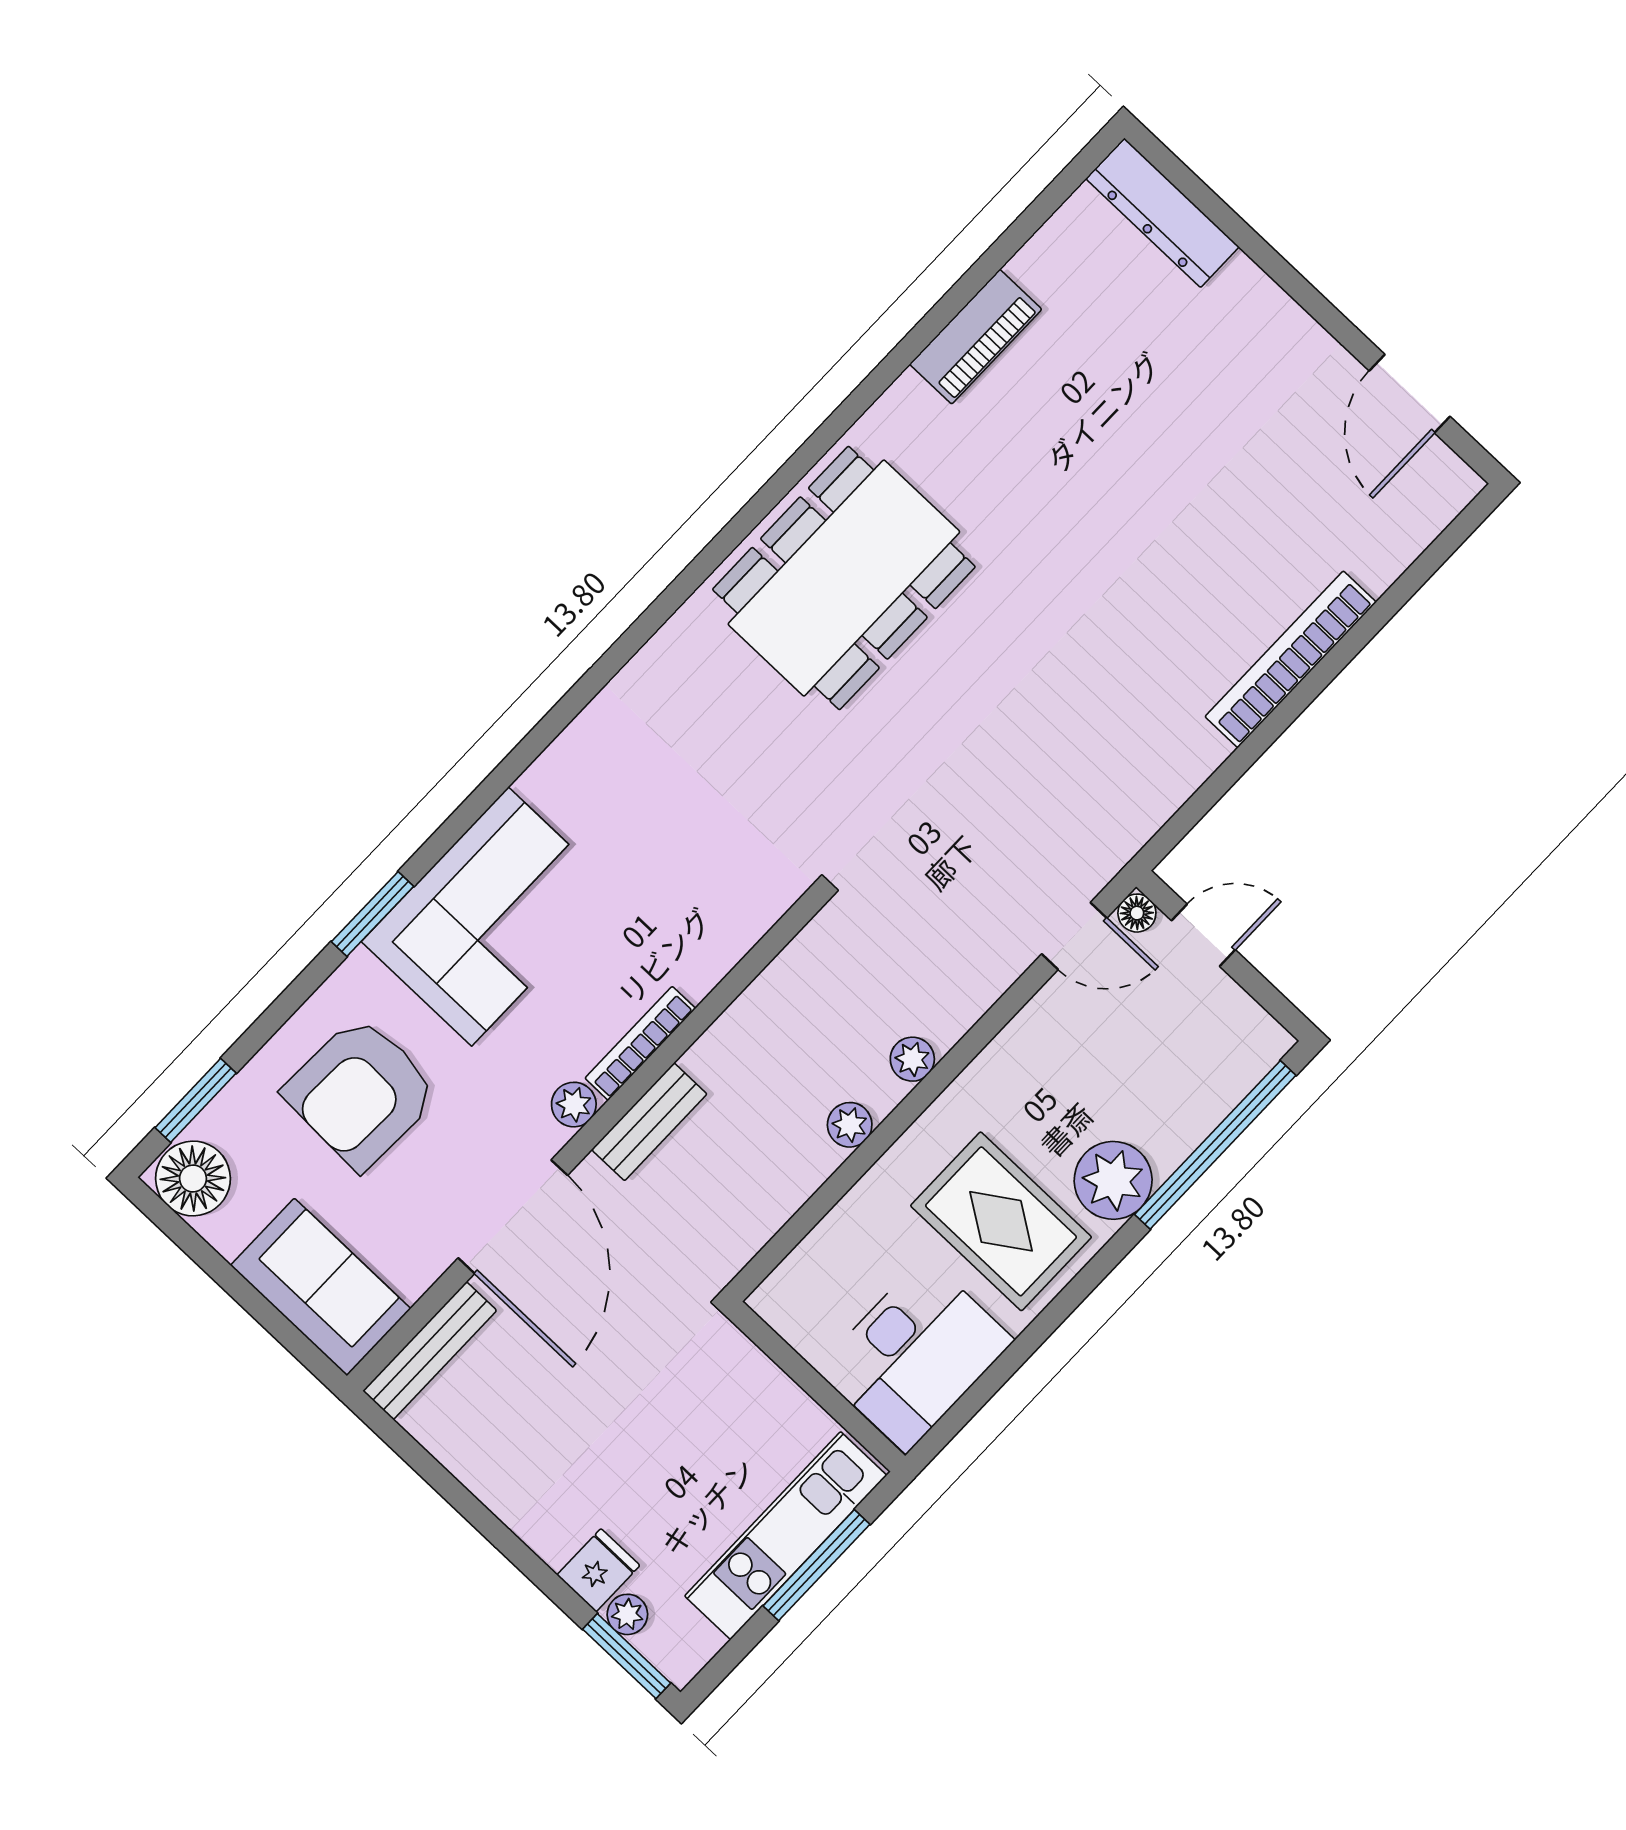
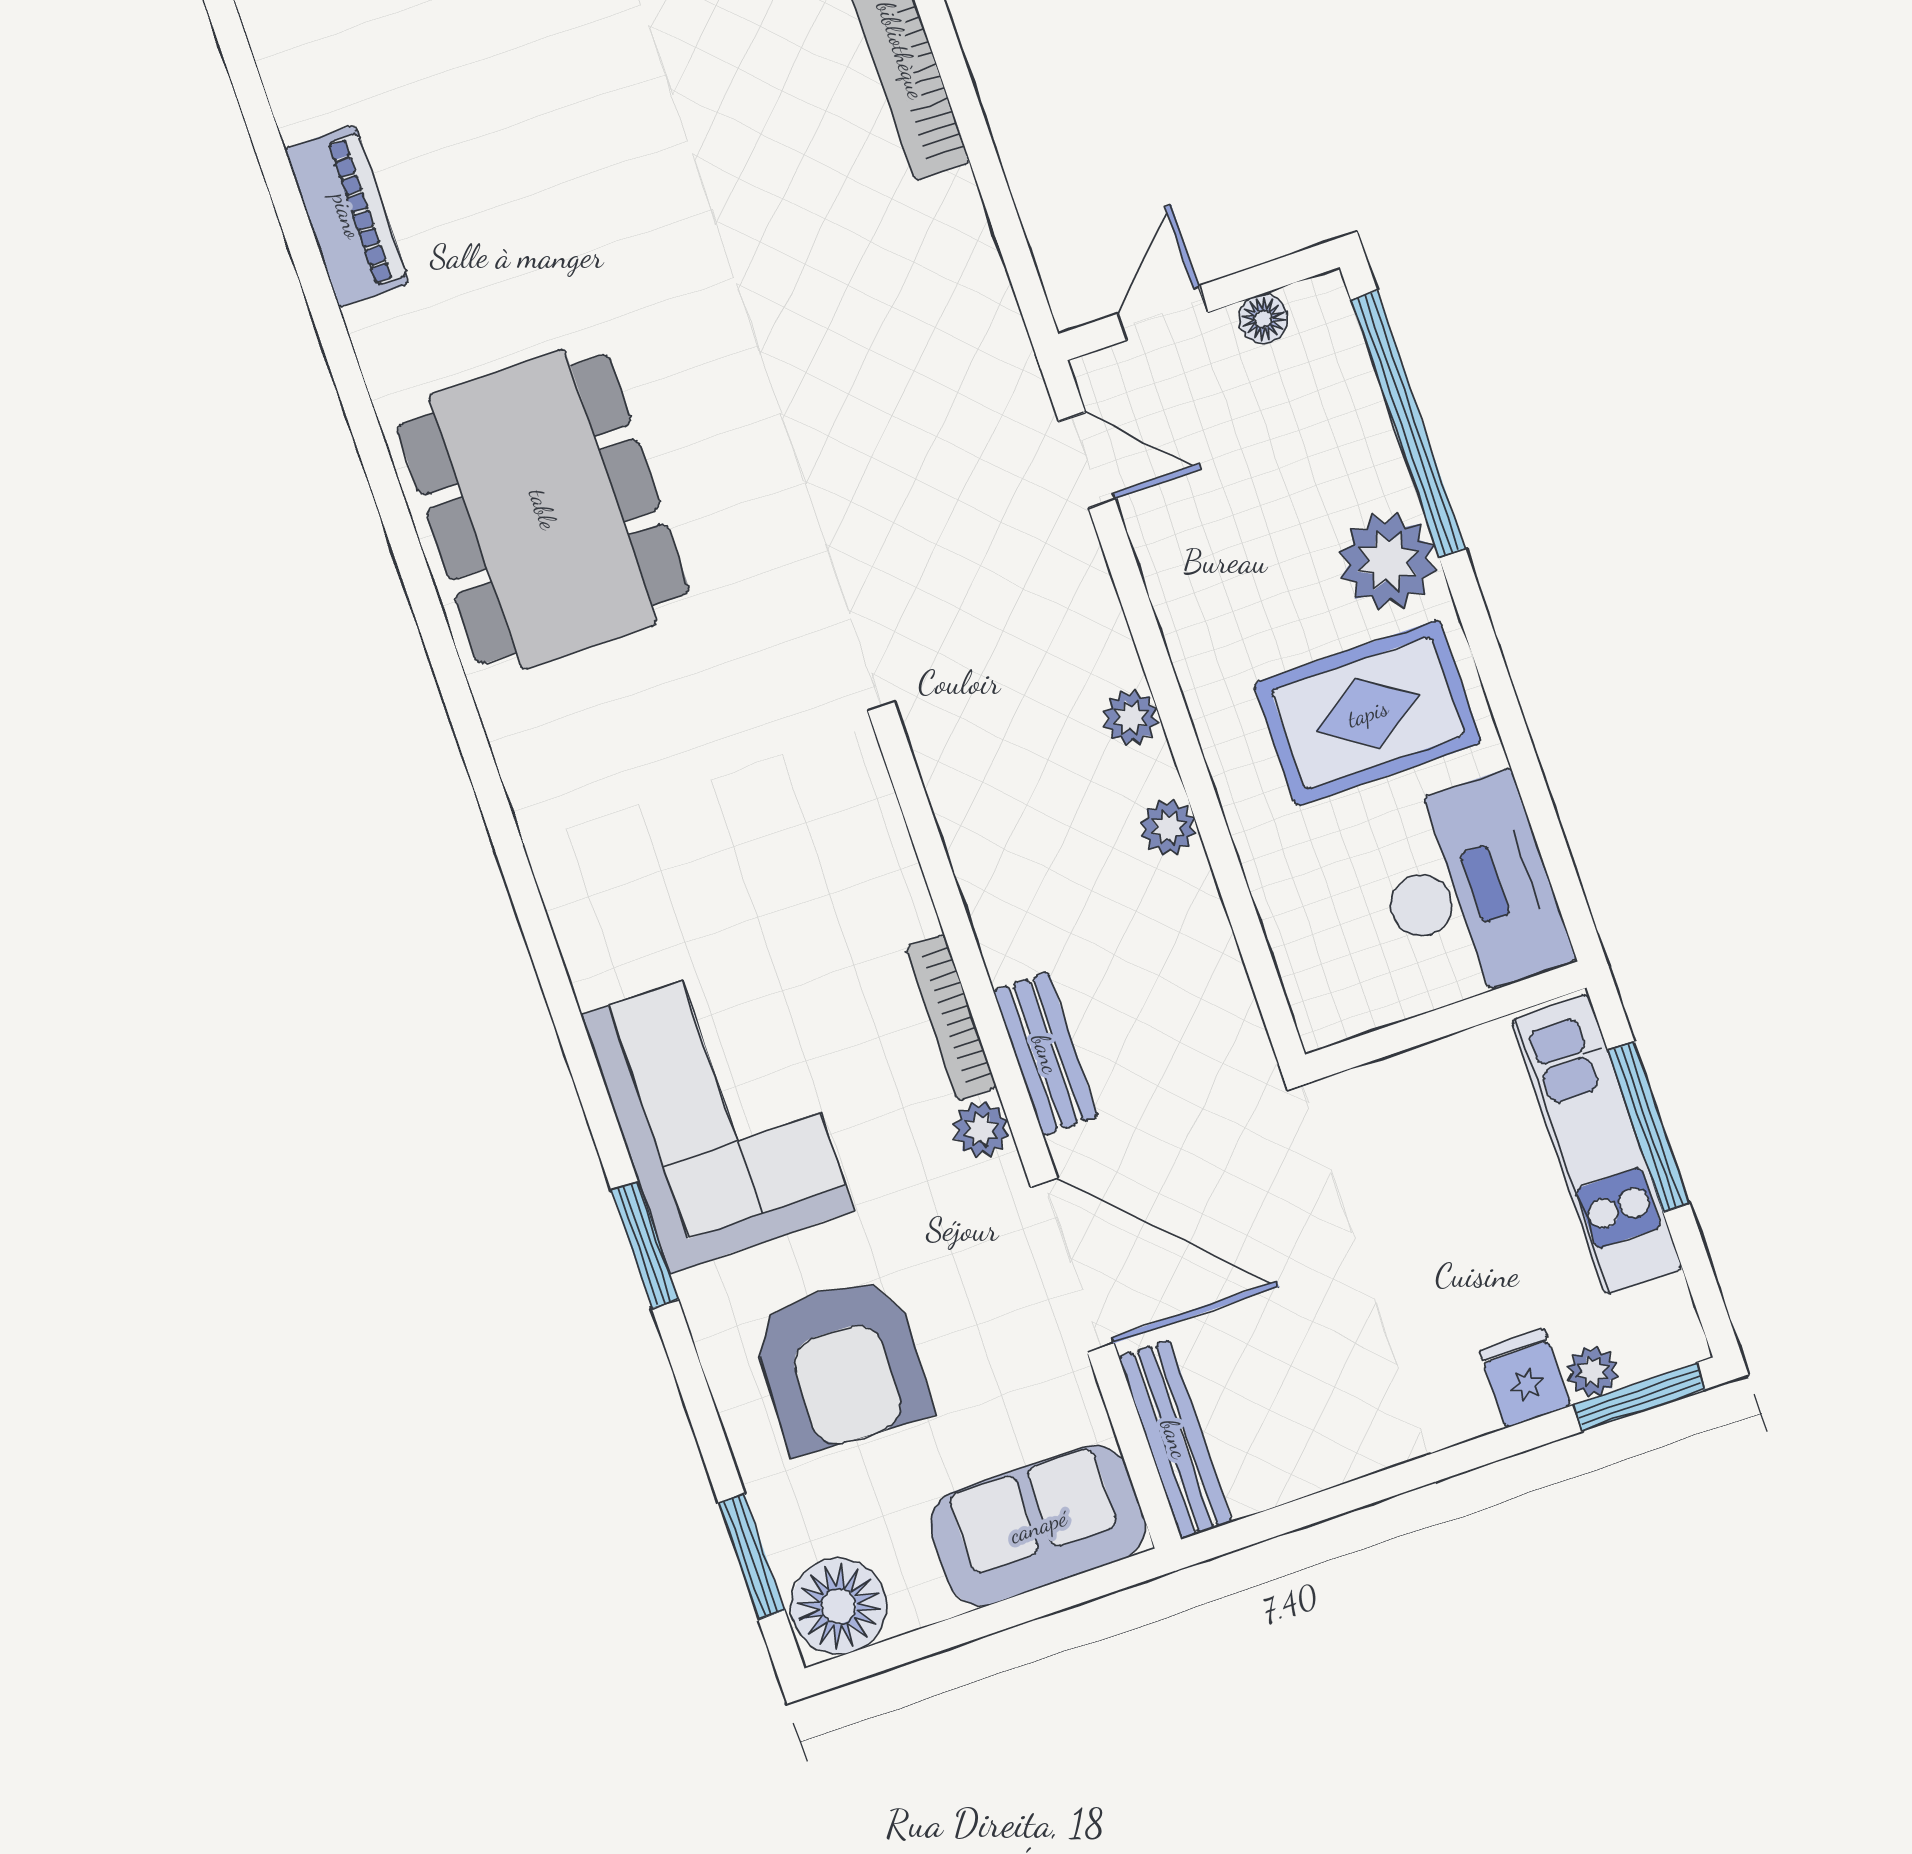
floor lamp: (1137, 913) -> (1263, 319), moved
door: (1074, 936) -> (1087, 460), hinge flipped

